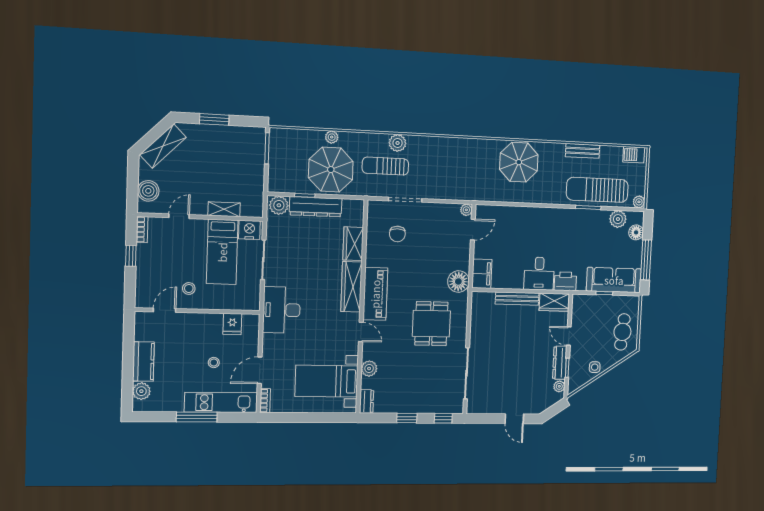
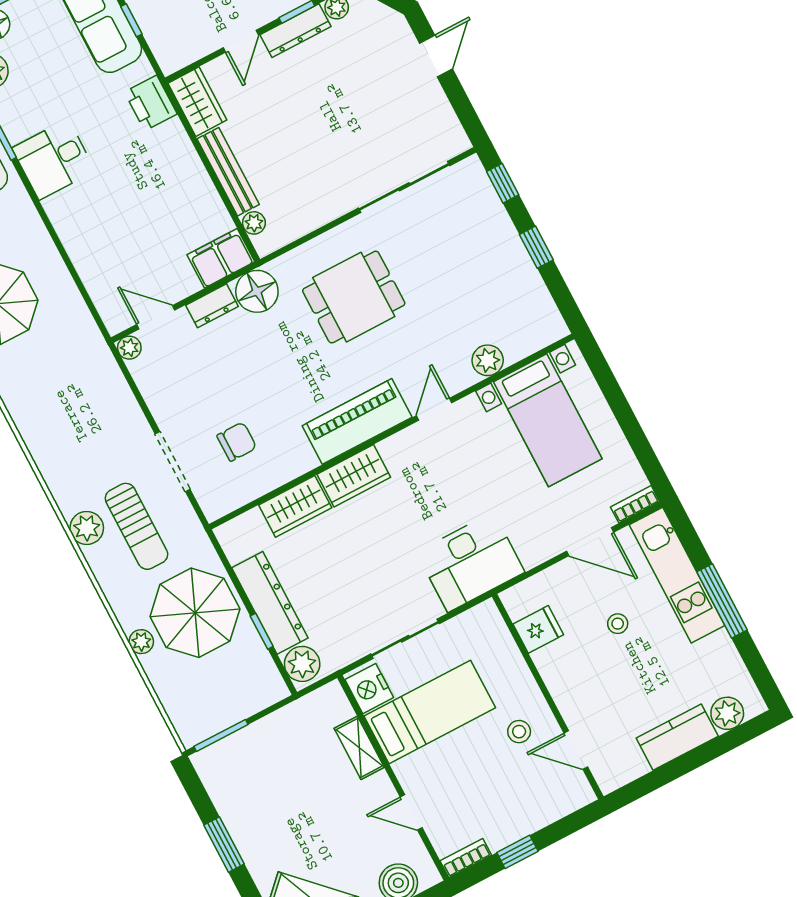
desk: (539, 274) -> (54, 159), moved, turned 180
wardrobe: (351, 287) -> (354, 476), width x0.67
plant: (489, 297) -> (254, 223), added
dresser: (367, 401) -> (212, 306), moved, turned 180

